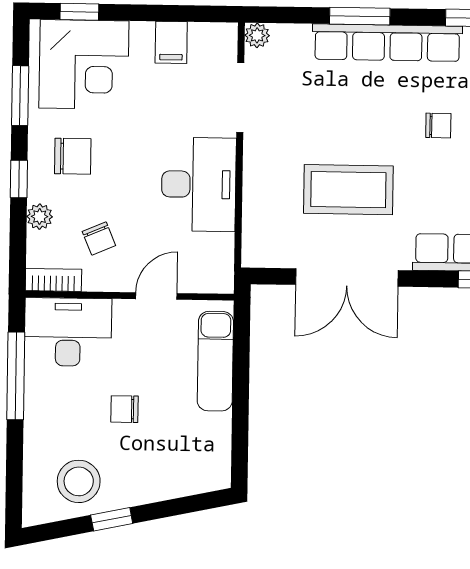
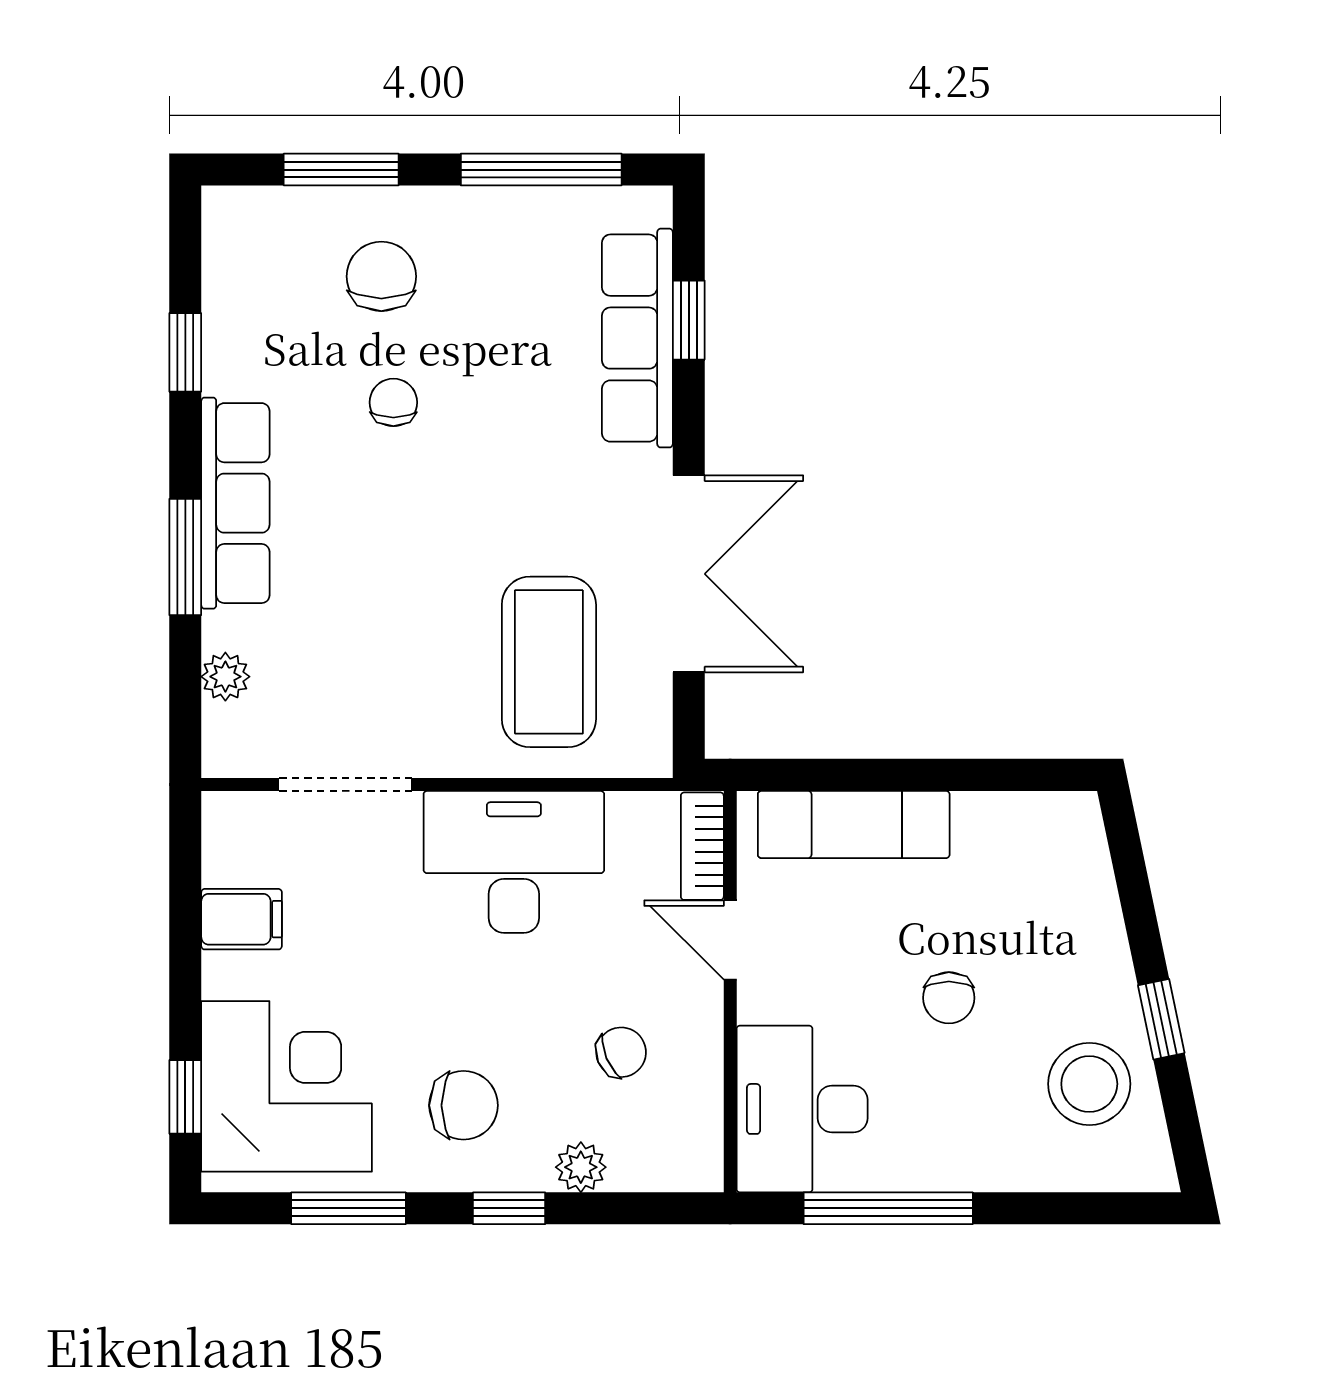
plant: (257, 35) -> (225, 677), moved
row of seats: (387, 43) -> (235, 503), width x0.73
chair: (73, 156) -> (463, 1105), turned 90
coffee table: (348, 190) -> (549, 662), moved
bookcase: (53, 280) -> (702, 846), moved

